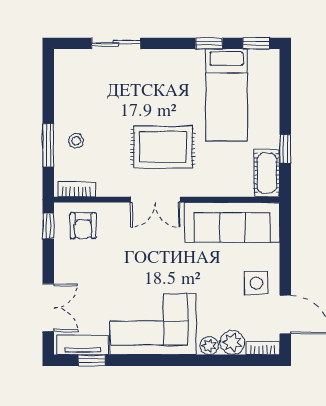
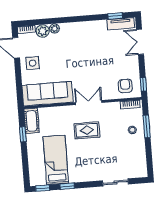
rug: (163, 147) -> (87, 130), width x0.73, depth x0.70
corner sofa: (153, 324) -> (85, 37), removed

